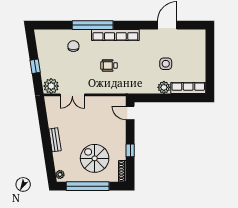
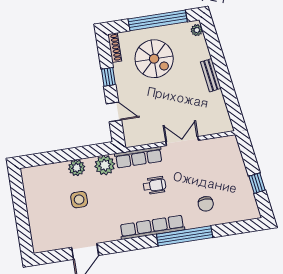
window: (35, 66) -> (257, 183), moved
plant: (51, 86) -> (105, 165), moved
row of seats: (188, 88) -> (139, 157), moved
double door: (72, 95) -> (182, 141), moved
door: (130, 113) -> (114, 112), moved

